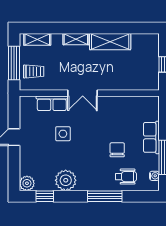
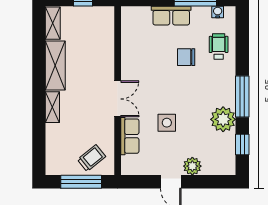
shelving: (37, 39) -> (53, 23), moved
trolley: (34, 71) -> (91, 158), turned 51
plant: (27, 183) -> (192, 166), moved
window: (105, 196) -> (242, 96), moved

